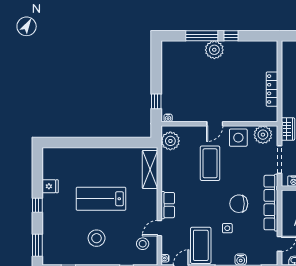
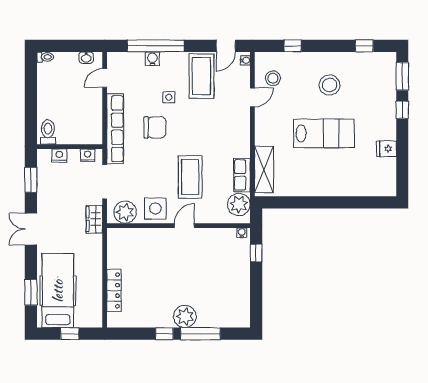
locker: (272, 89) -> (114, 290), moved
window: (37, 205) -> (402, 110), moved
row of seats: (168, 205) -> (242, 175), moved

